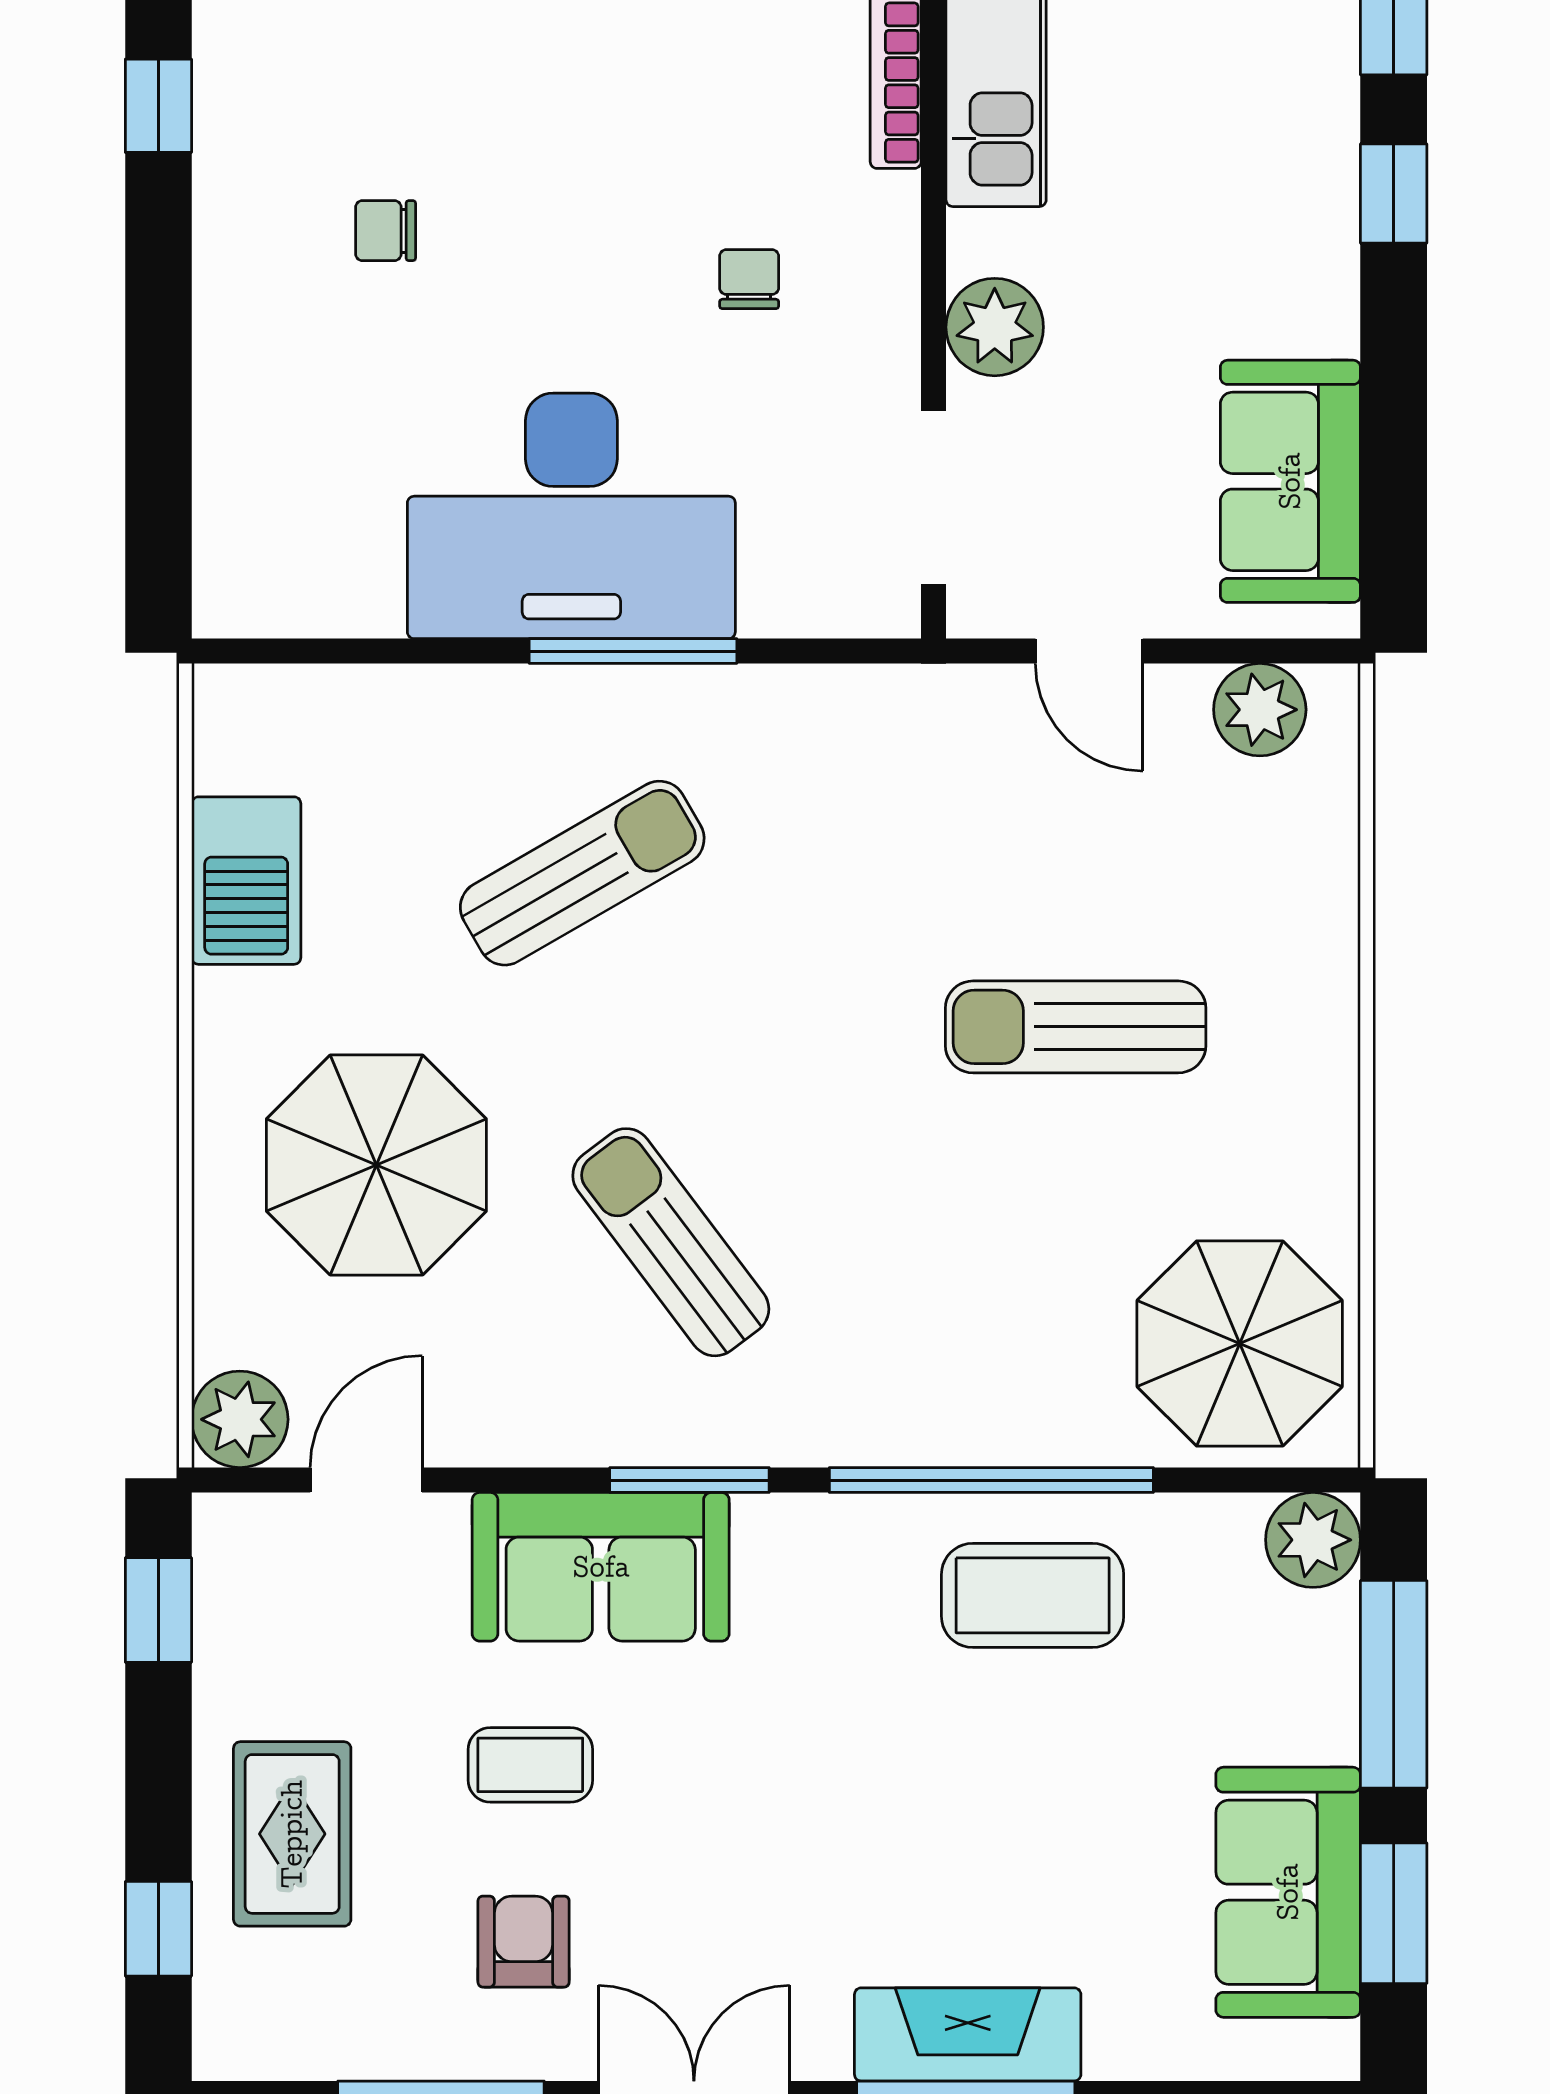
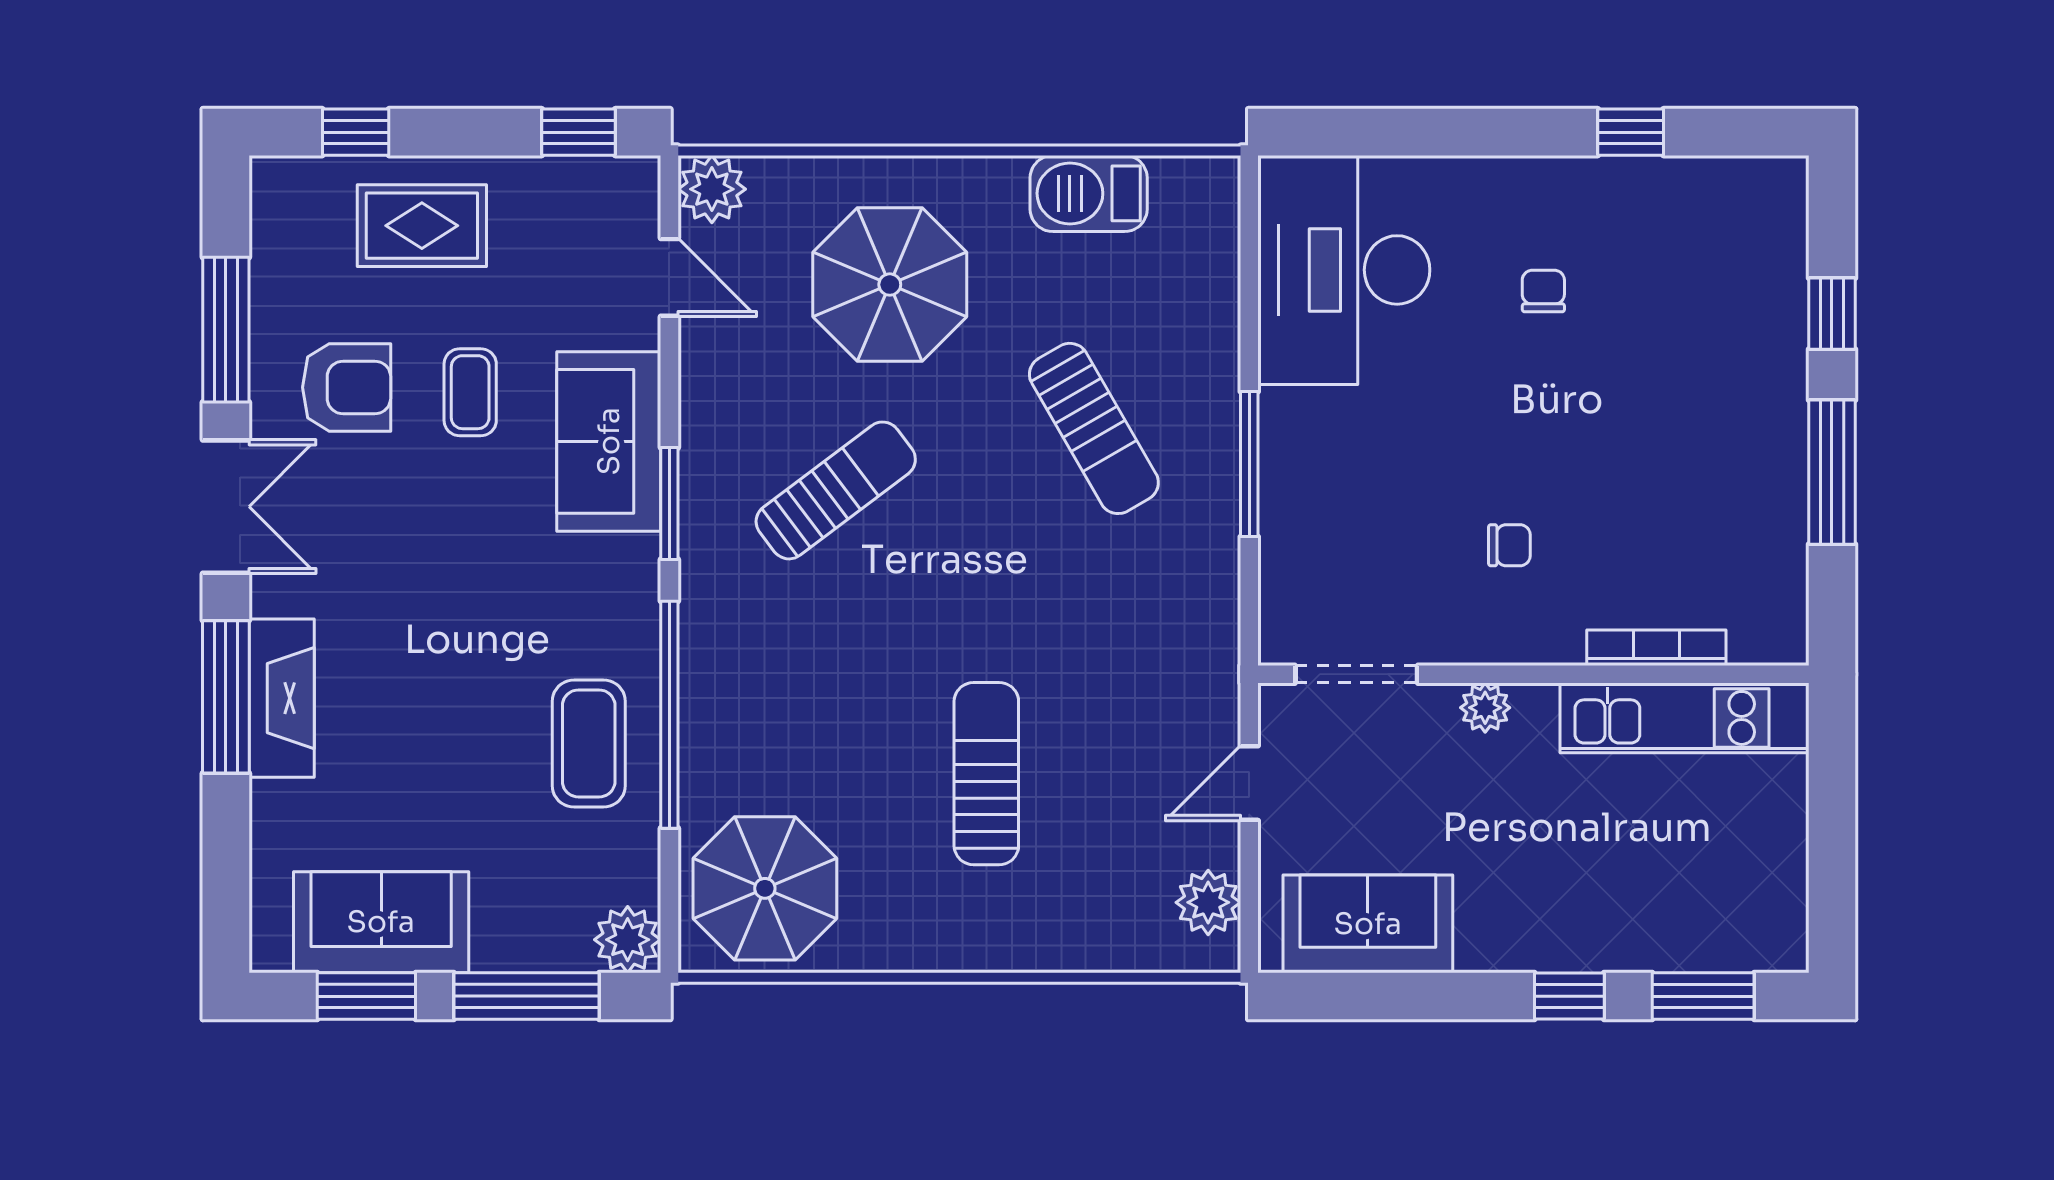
plant: (995, 327) -> (1485, 708), width x0.73, depth x0.73
desk: (571, 516) -> (1344, 270), moved
armchair: (524, 1942) -> (347, 387), width x1.38, depth x1.38

